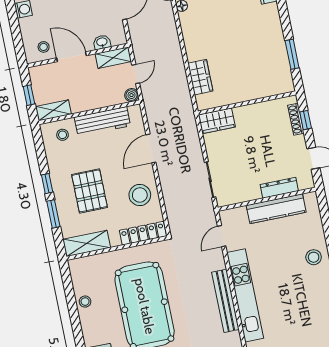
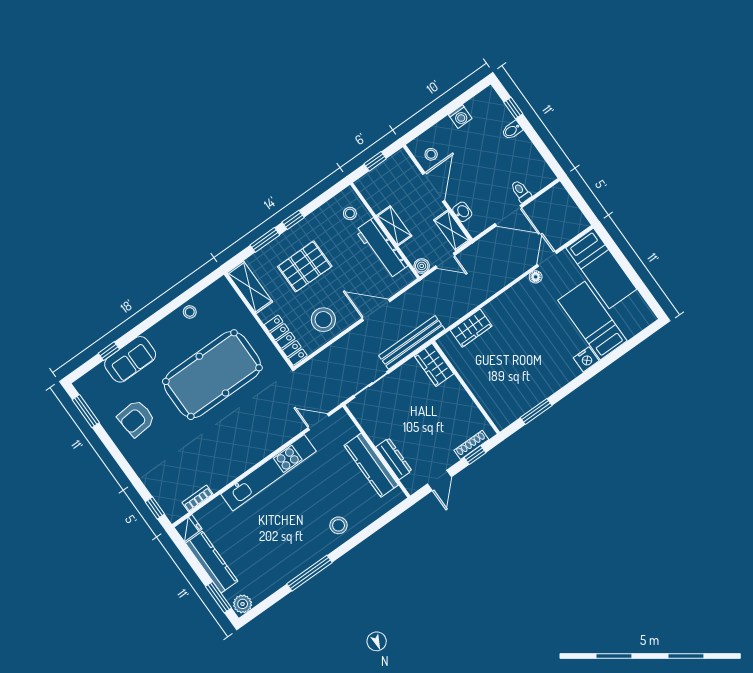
shelving: (53, 110) -> (394, 226), moved
bench: (225, 301) -> (412, 342), moved

